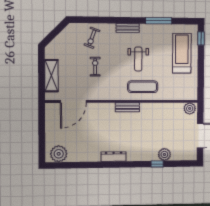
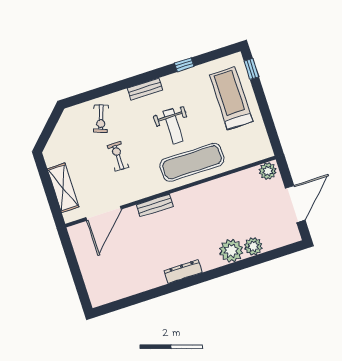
window: (159, 21) -> (184, 65), width x0.46
exercise mat: (143, 87) -> (192, 162), width x1.36, depth x1.45
bench: (127, 107) -> (155, 206), moved
plant: (59, 154) -> (231, 251), moved
window: (157, 164) -> (248, 263), removed

